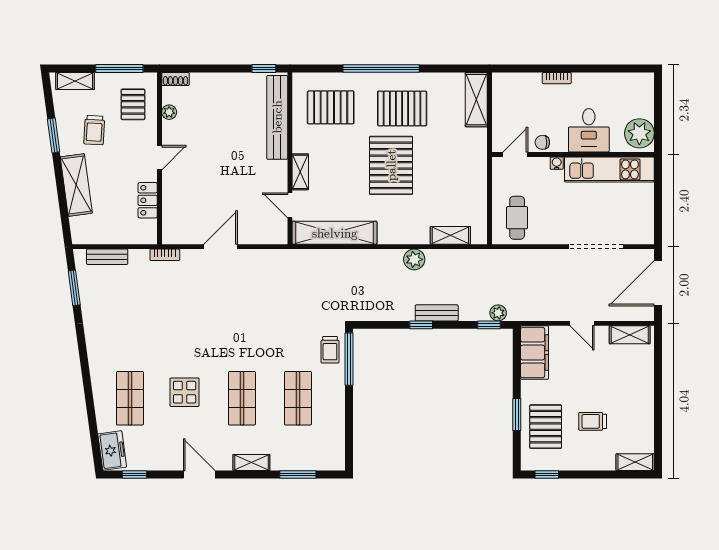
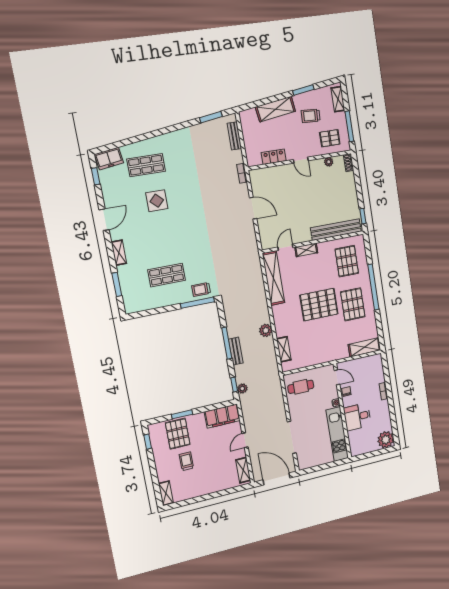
plant: (639, 133) -> (386, 440), moved
window: (421, 325) -> (227, 343), width x2.17
shop shelf: (242, 398) -> (160, 239), removed
pallet: (546, 427) -> (178, 434), turned 90

